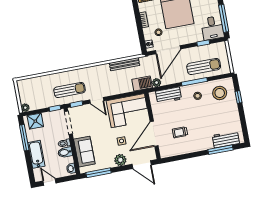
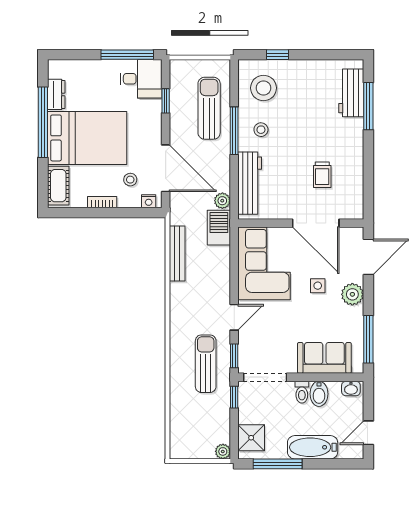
workbench: (168, 95) -> (250, 183), width x1.38

